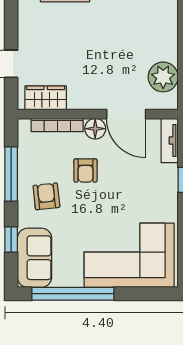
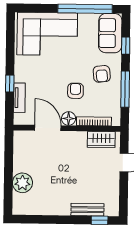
plant: (163, 77) -> (22, 183), moved
tv unit: (170, 140) -> (19, 98), moved

